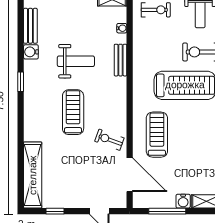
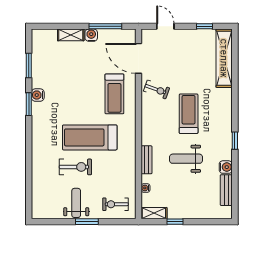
treadmill: (73, 112) -> (189, 114), turned 180

